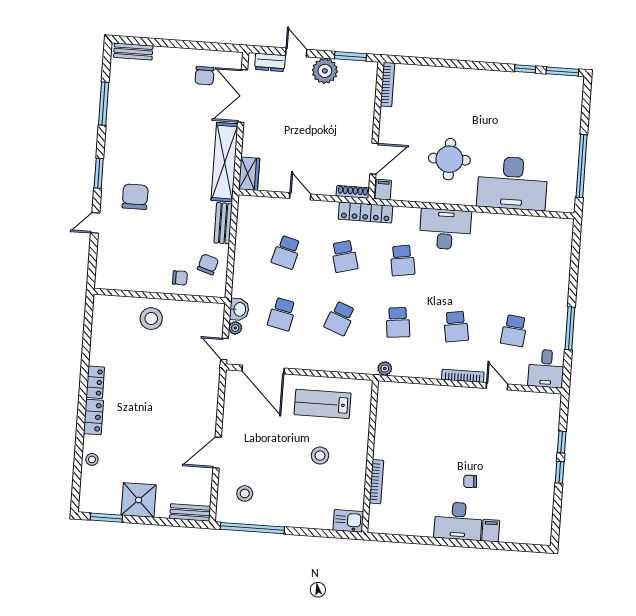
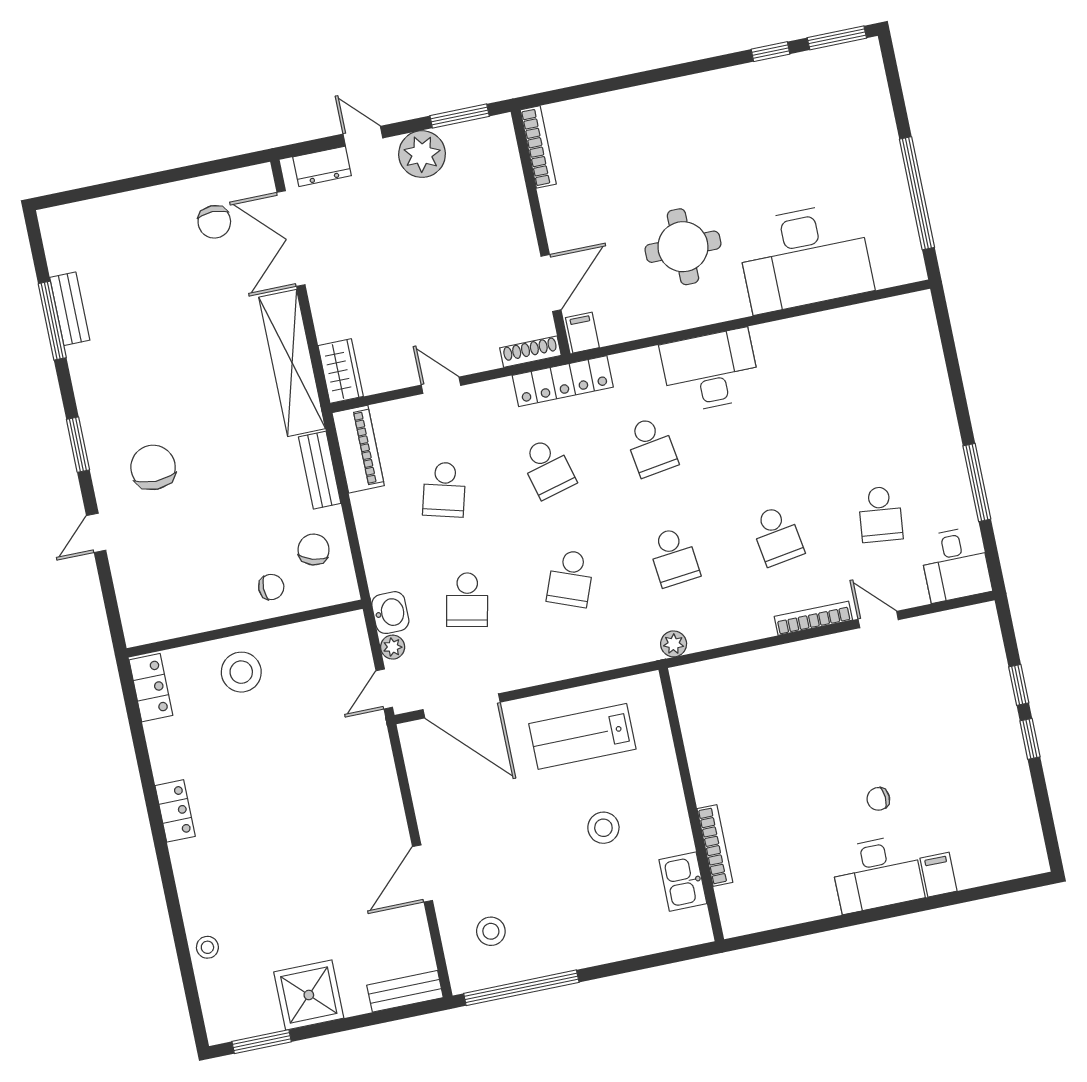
bench: (133, 52) -> (70, 309), moved, turned 90
piano: (247, 218) -> (358, 449), added
door: (225, 349) -> (384, 689), hinge flipped
locker: (94, 417) -> (151, 688), moved
kitchen sink: (348, 521) -> (683, 882), moved, turned -90

